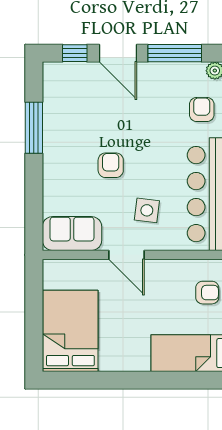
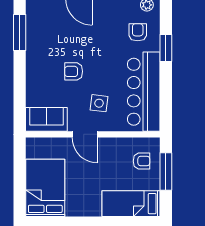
window: (34, 128) -> (20, 33), moved
armchair: (111, 165) -> (74, 71), turned -90

